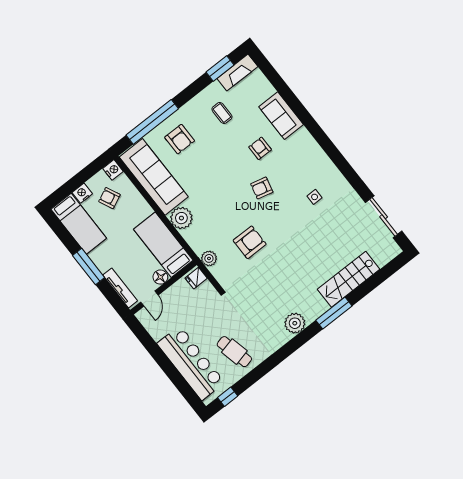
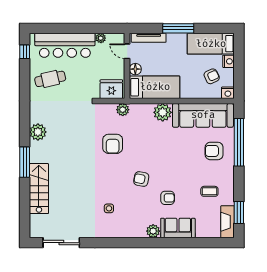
plant: (303, 137) -> (153, 231), added
armchair: (262, 188) -> (141, 179), turned -93
fridge: (196, 278) -> (111, 89), width x1.88, depth x1.34
plant: (157, 334) -> (101, 38), added

